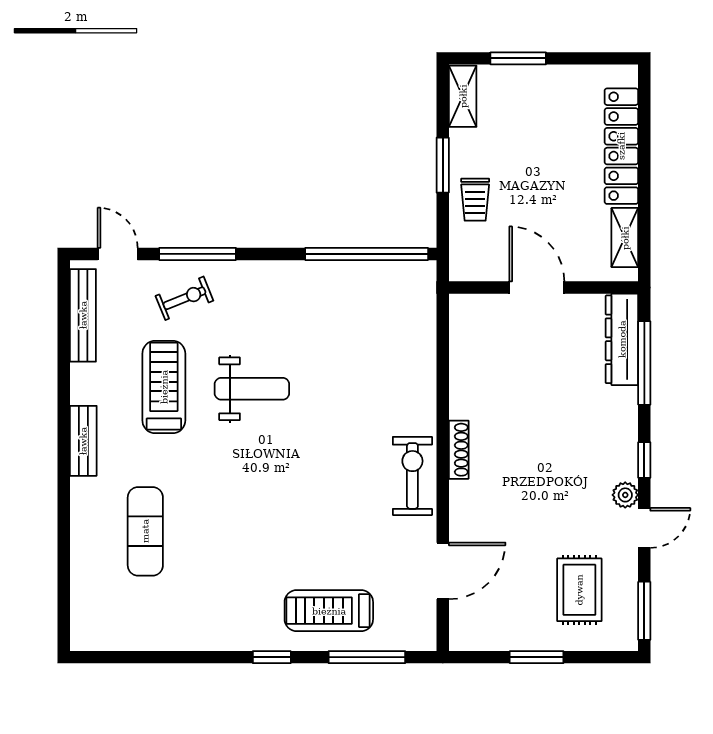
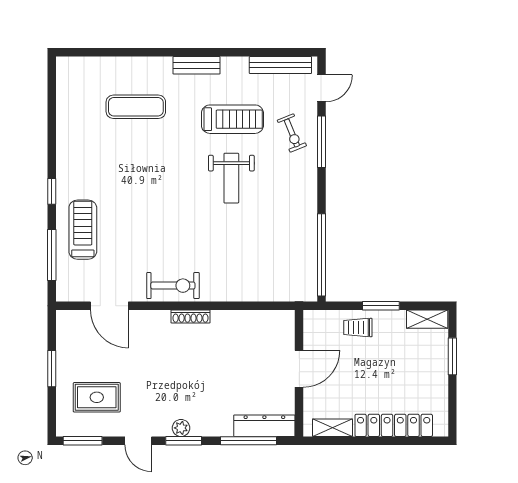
window: (644, 460) -> (184, 441), width x1.50
plant: (625, 495) -> (181, 428), moved

